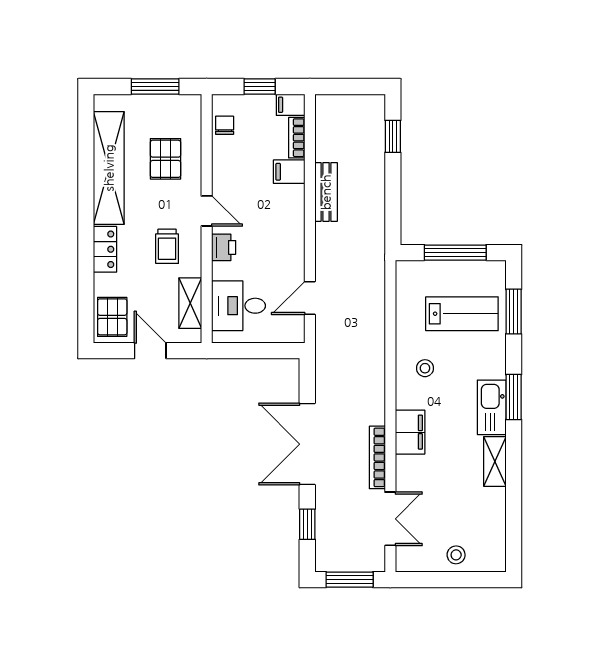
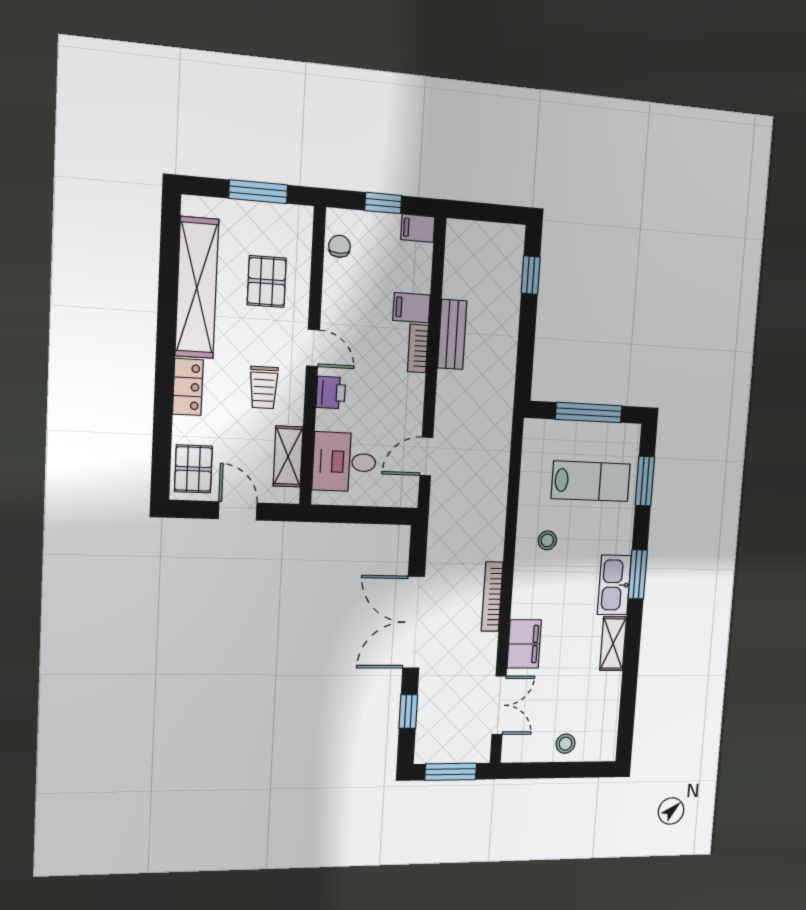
bookcase: (297, 138) -> (418, 348), moved
filing cabinet: (410, 432) -> (524, 644), moved
bookcase: (377, 457) -> (492, 597), moved

